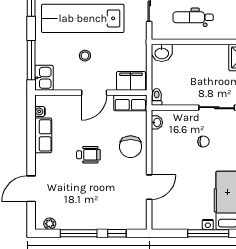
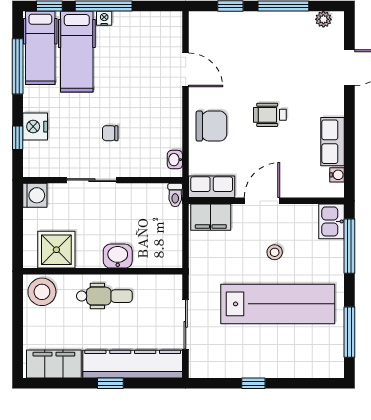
dental chair: (193, 17) -> (104, 296), moved
washbasin: (162, 53) -> (118, 256), moved
chair: (131, 147) -> (211, 126), turned 90
door: (149, 187) -> (186, 70), swing flipped

